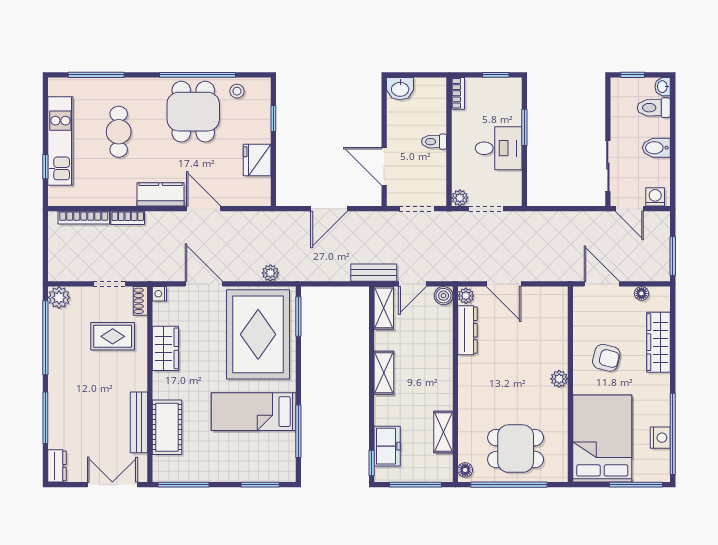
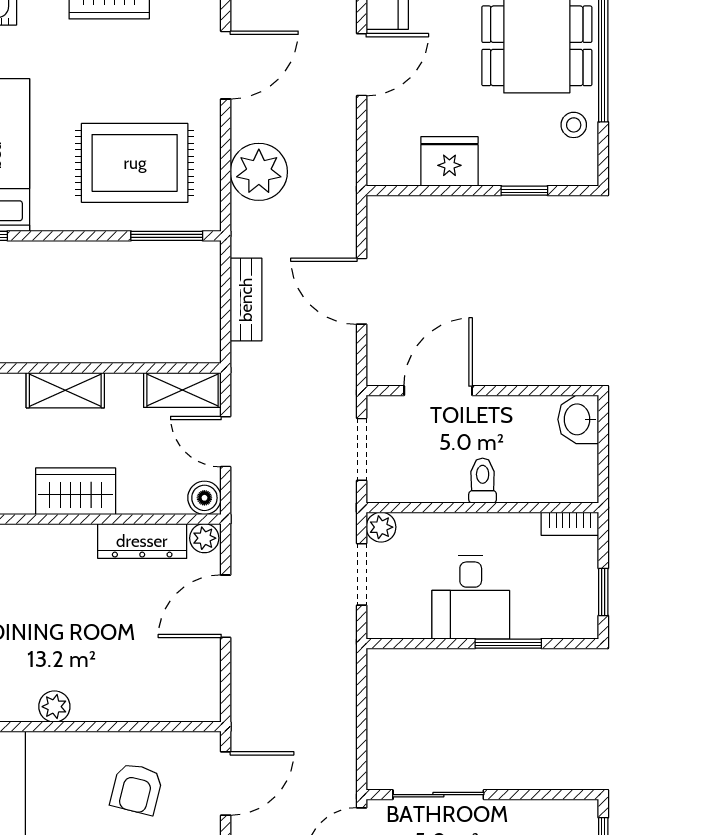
plant: (270, 273) -> (259, 172), width x1.87, depth x1.87
bench: (374, 273) -> (246, 300), moved
rug: (258, 334) -> (135, 163), width x0.73, depth x0.69
armchair: (606, 358) -> (136, 789), moved
wardrobe: (440, 367) -> (76, 491), added

